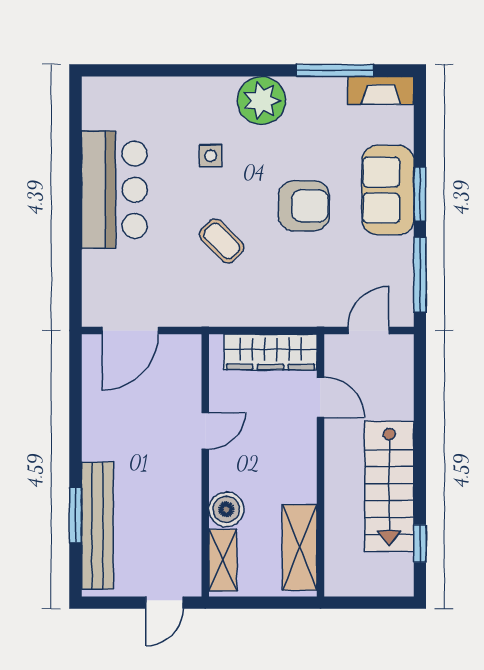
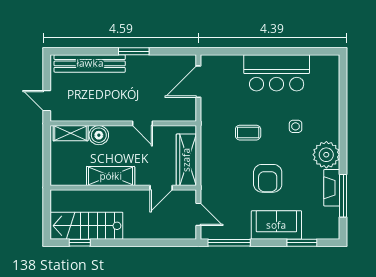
fireplace: (381, 91) -> (332, 188), moved
window: (420, 194) -> (302, 243), moved
coffee table: (222, 241) -> (248, 133), turned 45
door: (130, 330) -> (198, 82), hinge flipped
stairs: (389, 486) -> (86, 226), moved
window: (76, 515) -> (134, 51), moved
shelving: (300, 547) -> (111, 176), moved

